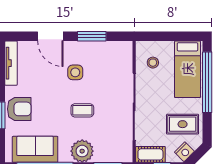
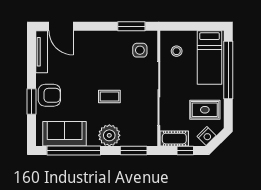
door: (50, 36) -> (61, 26), moved
window: (92, 36) -> (131, 26), moved
side table: (75, 72) -> (140, 50), moved

